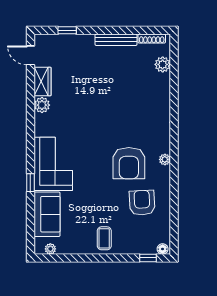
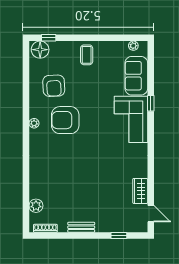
bench: (116, 40) -> (81, 227), width x0.73
plant: (42, 105) -> (141, 171), removed
armchair: (129, 163) -> (65, 120), turned -90
floor lamp: (163, 249) -> (40, 50), width x1.89, depth x1.89

